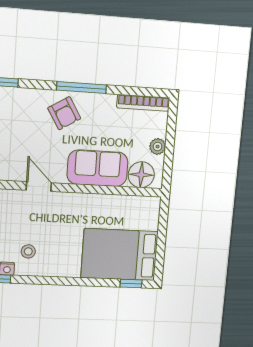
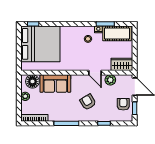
armchair: (64, 113) -> (88, 102), moved
door: (39, 186) -> (95, 73), moved
bed: (120, 255) -> (40, 44), width x1.36

